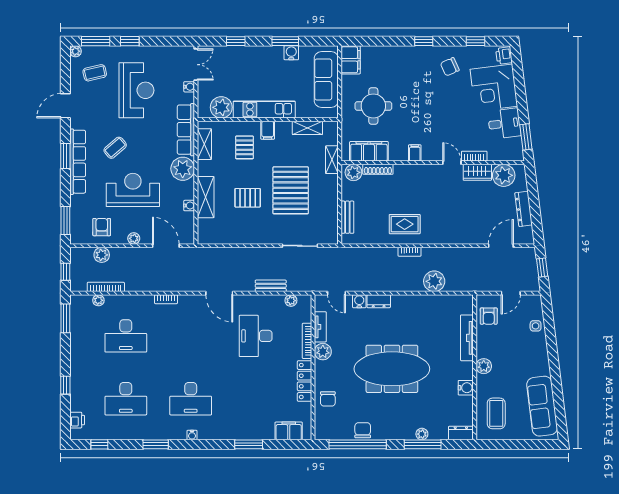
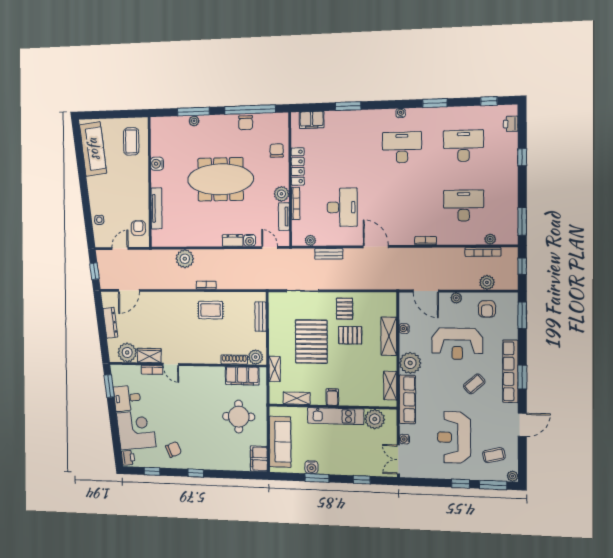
pallet: (245, 147) -> (344, 309), moved
filing cabinet: (415, 153) -> (203, 374), removed
plant: (484, 366) -> (142, 183), removed
dresser: (461, 433) -> (161, 123), removed

